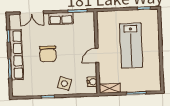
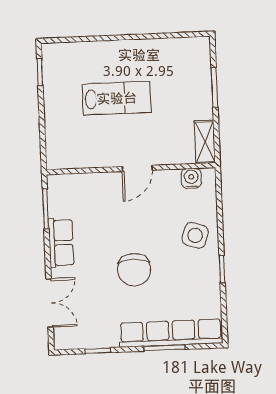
lab bench: (131, 45) -> (117, 98), width x0.73, depth x0.72
chair: (48, 54) -> (134, 270), turned 90
row of seats: (16, 55) -> (171, 333), moved
door: (97, 55) -> (137, 168), hinge flipped

